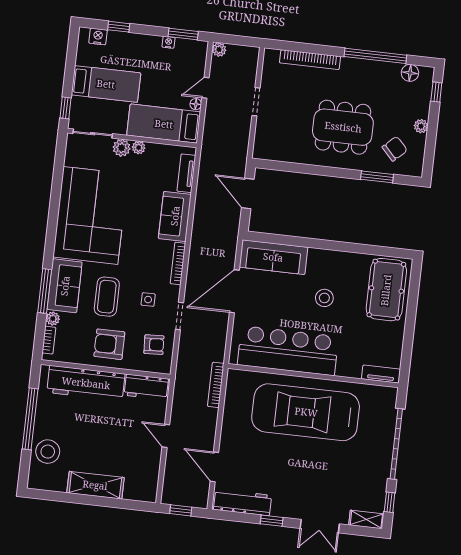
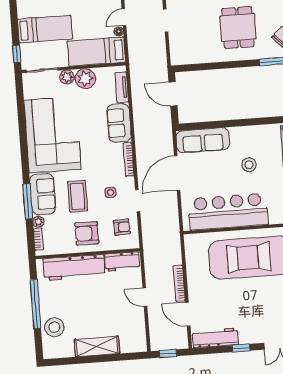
dining table: (343, 127) -> (238, 28), width x0.73
plant: (139, 148) -> (85, 79), width x1.88, depth x1.88
bookcase: (216, 385) -> (179, 283), moved

